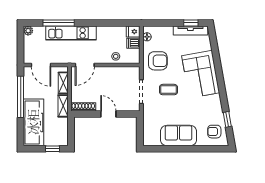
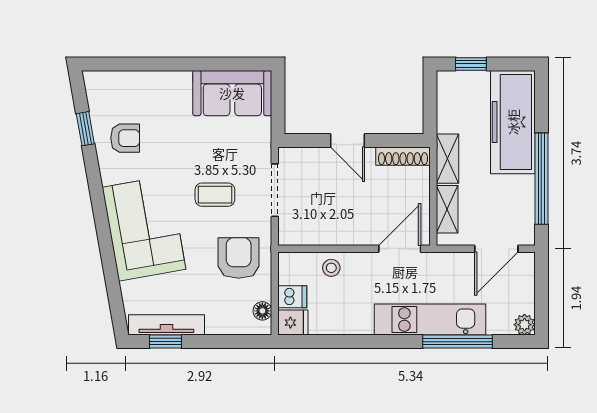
armchair: (158, 61) -> (239, 258), turned 90
door: (41, 65) -> (496, 249), swing flipped
armchair: (214, 132) -> (125, 138), moved
sofa: (179, 136) -> (232, 93), moved

